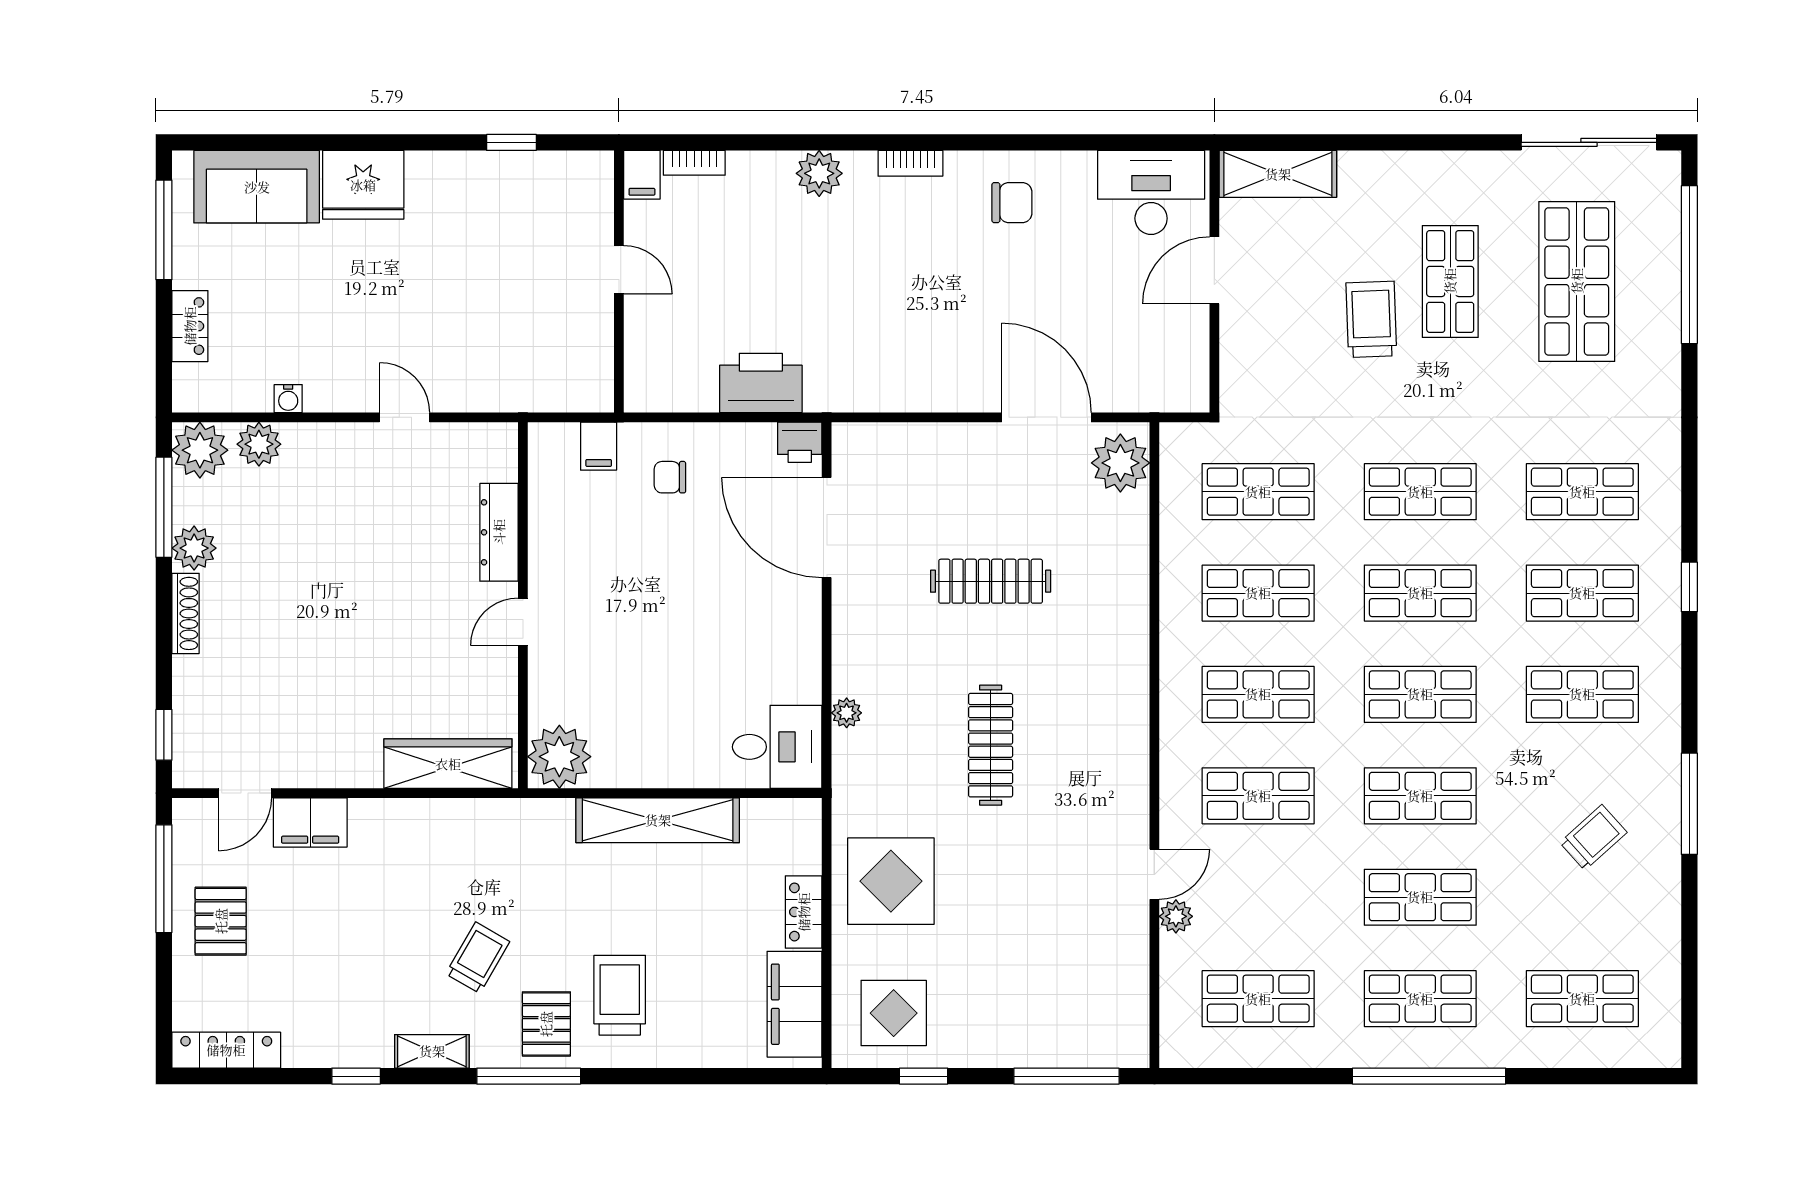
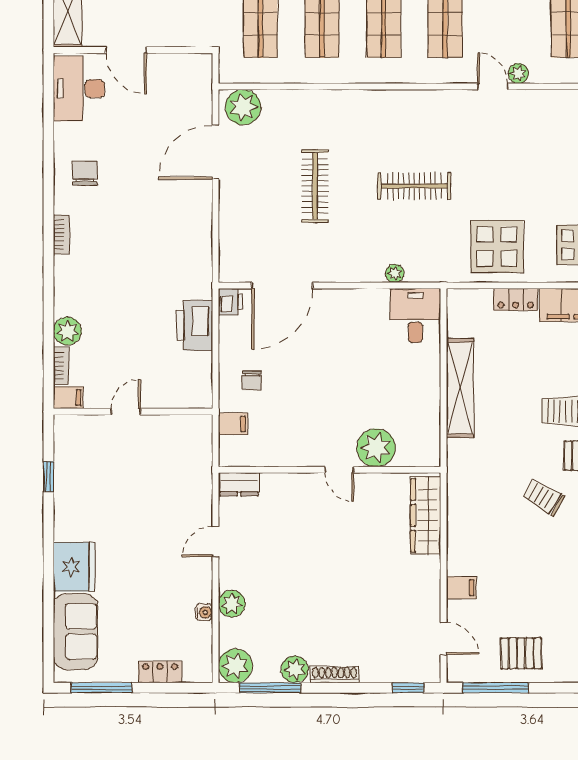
plant: (819, 173) -> (67, 331), moved
plant: (259, 444) -> (232, 604), moved
dresser: (499, 532) -> (239, 484), moved, width x0.70
plant: (559, 757) -> (376, 448), moved
filing cabinet: (310, 822) -> (461, 588), width x0.50

